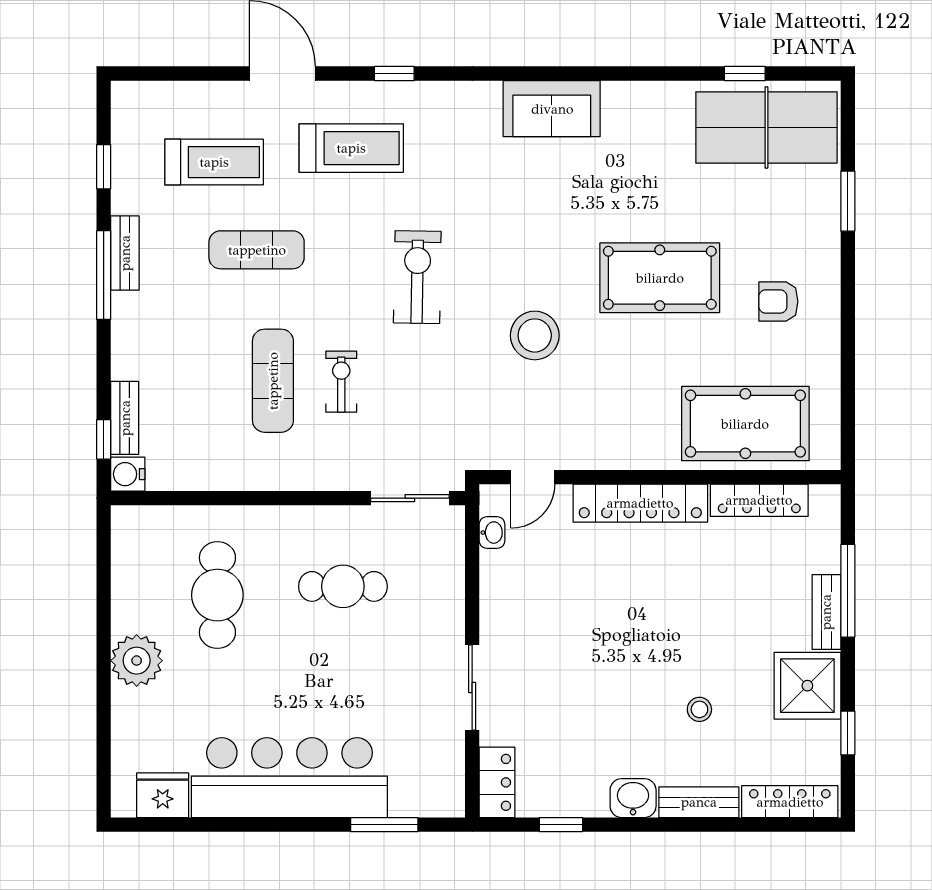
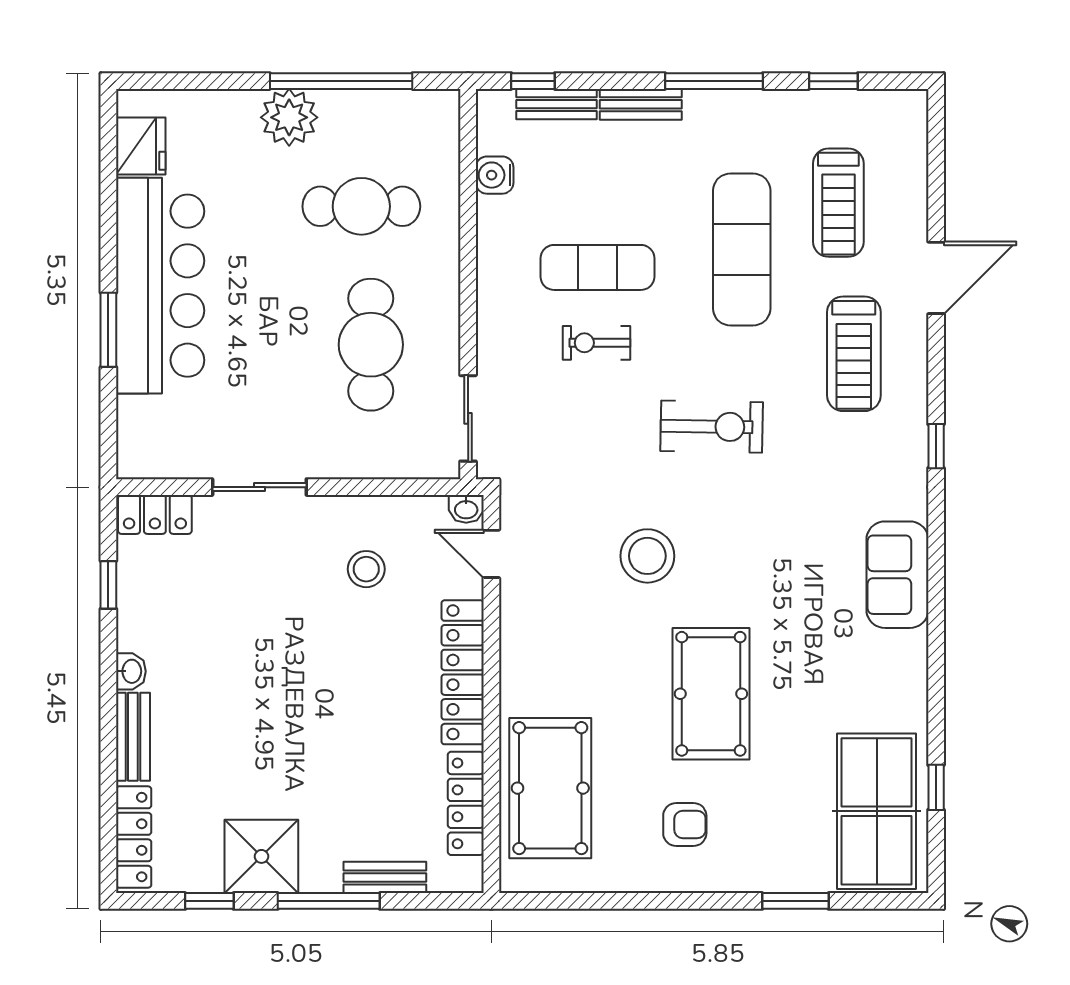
window: (394, 73) -> (936, 446), moved
exercise mat: (257, 250) -> (742, 250), width x1.36, depth x1.45
bench: (125, 253) -> (641, 104), moved
armchair: (778, 301) -> (685, 824), turned 90
exercise bike: (341, 382) -> (596, 343), turned 180
water cooler: (128, 474) -> (495, 175), moved, turned -90
washbasin: (492, 533) -> (466, 509), moved
cafe table: (343, 586) -> (371, 345), width x1.37, depth x1.35
window: (848, 591) -> (329, 901), moved
bench: (826, 612) -> (385, 877), moved
window: (104, 613) -> (341, 81), added
stool: (699, 709) -> (366, 569), moved, width x1.37, depth x1.37
washbasin: (633, 798) -> (131, 671), width x0.72, depth x0.69
window: (384, 825) -> (108, 330), moved

